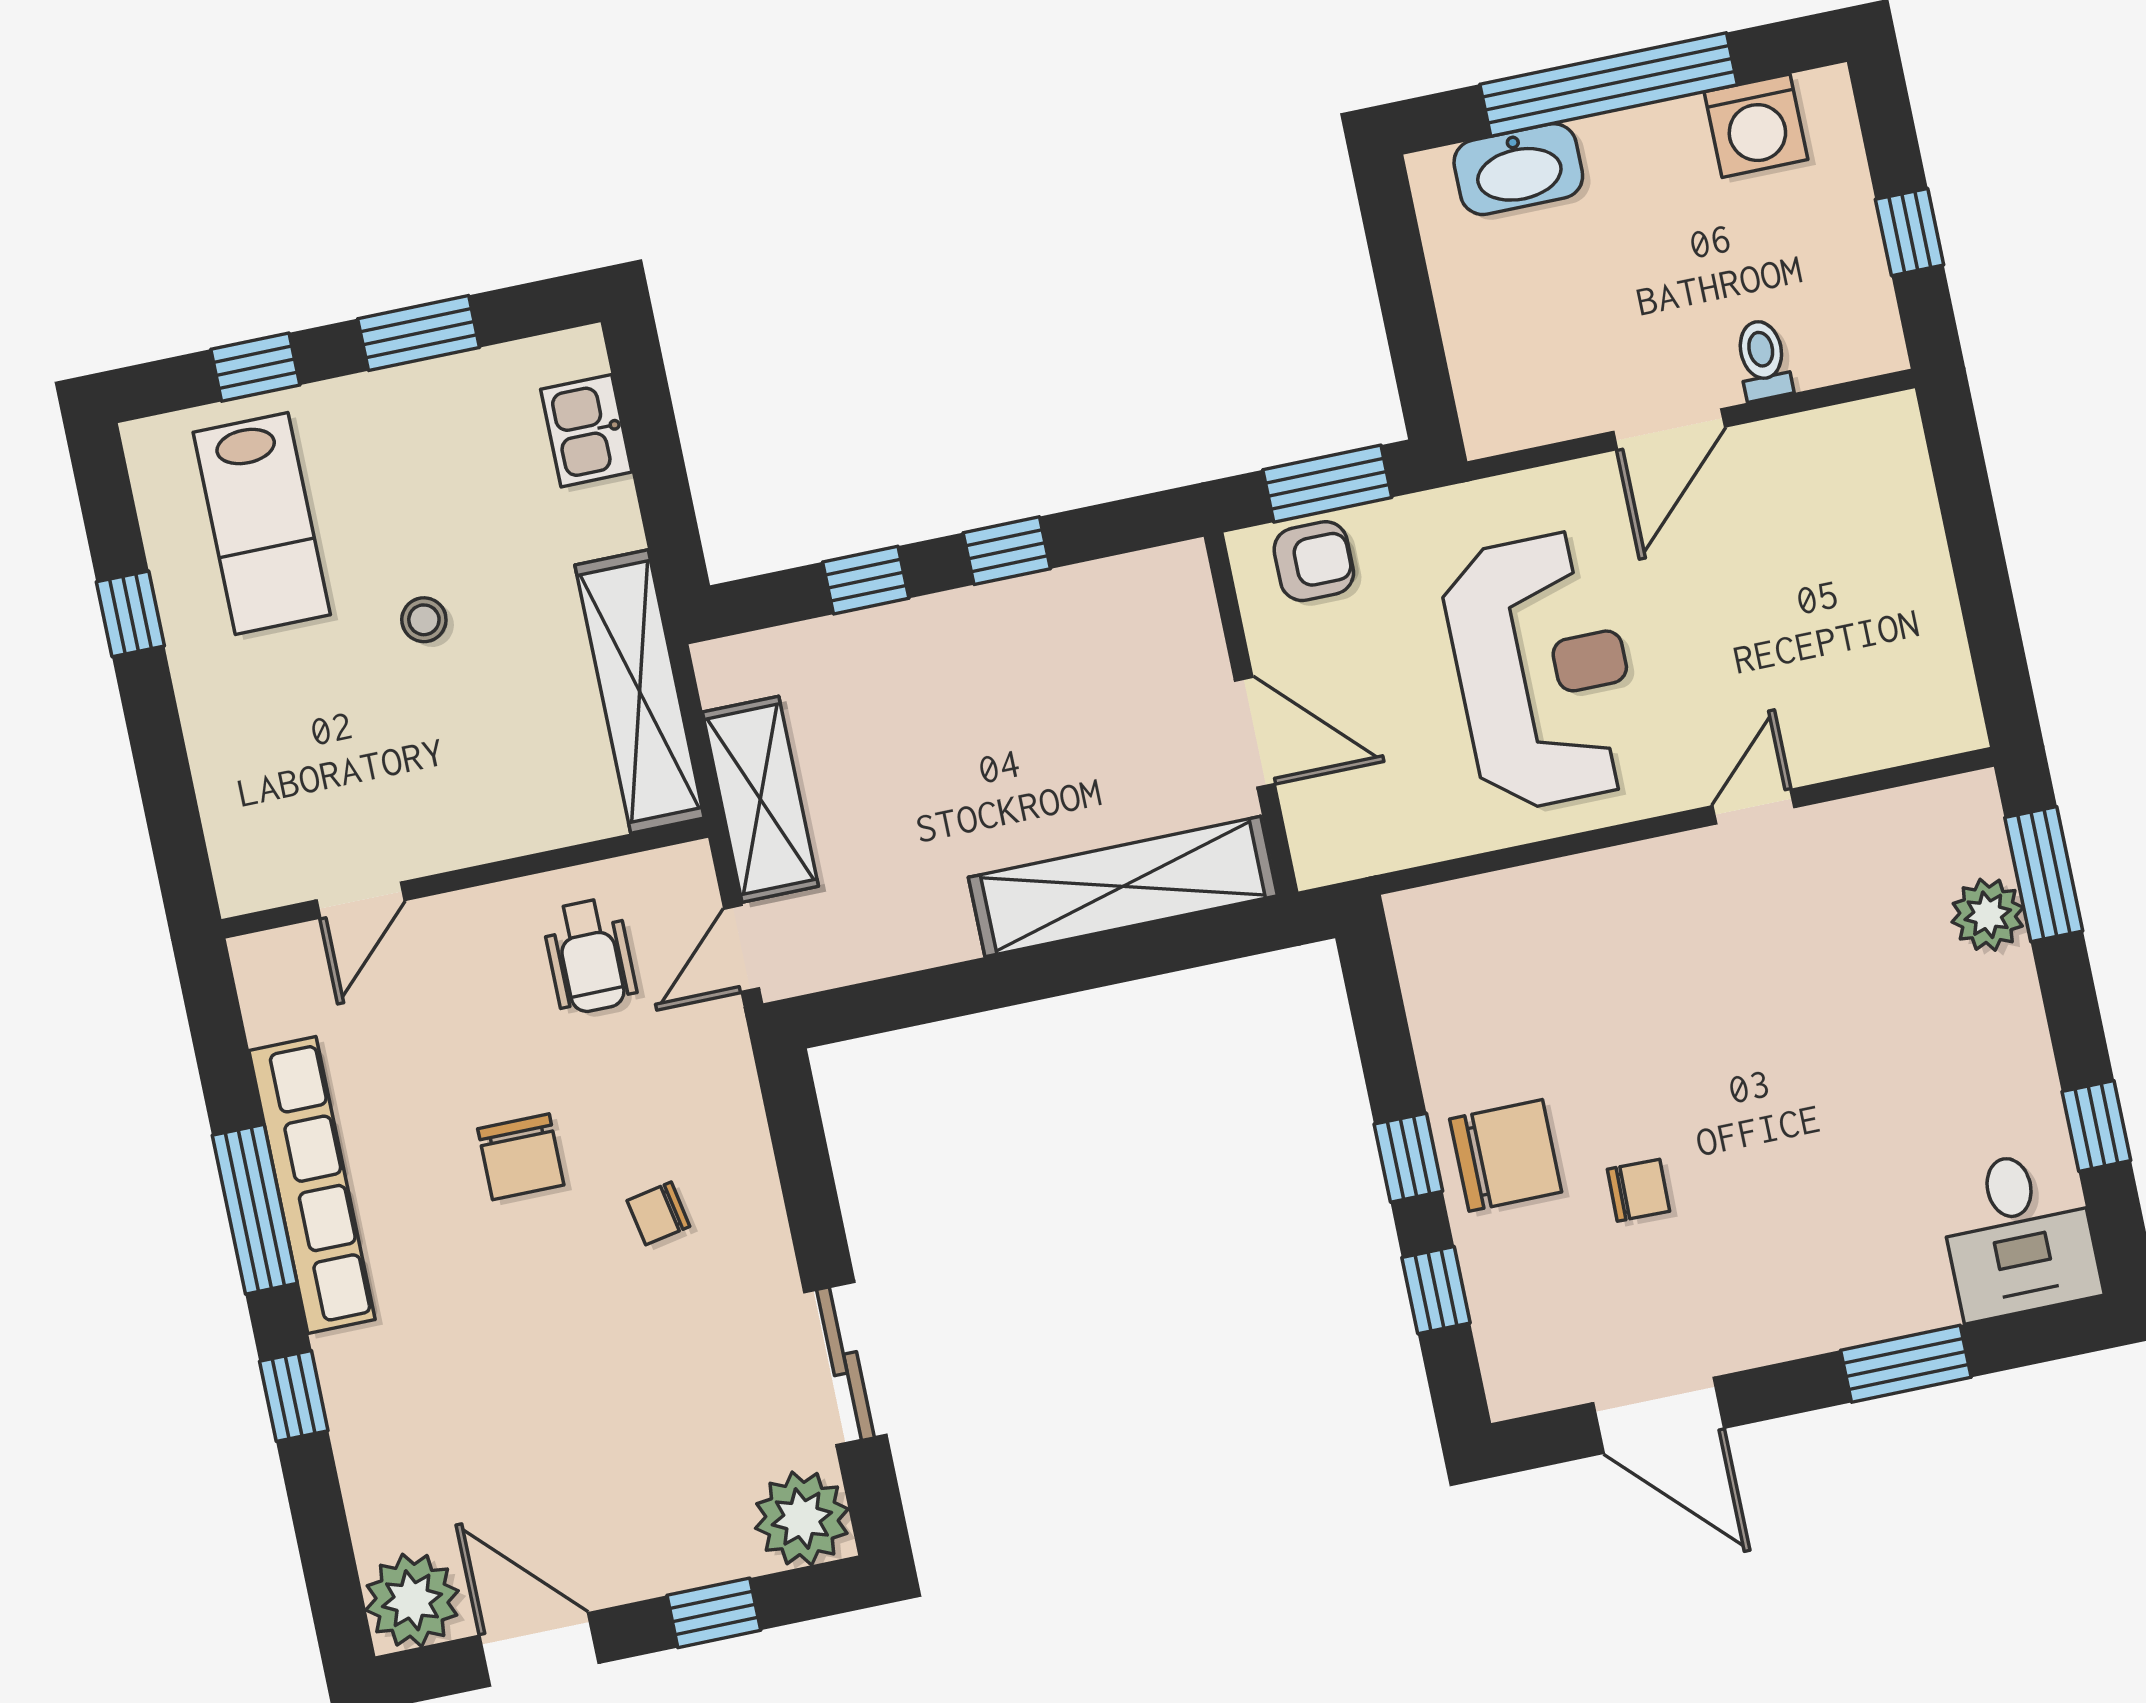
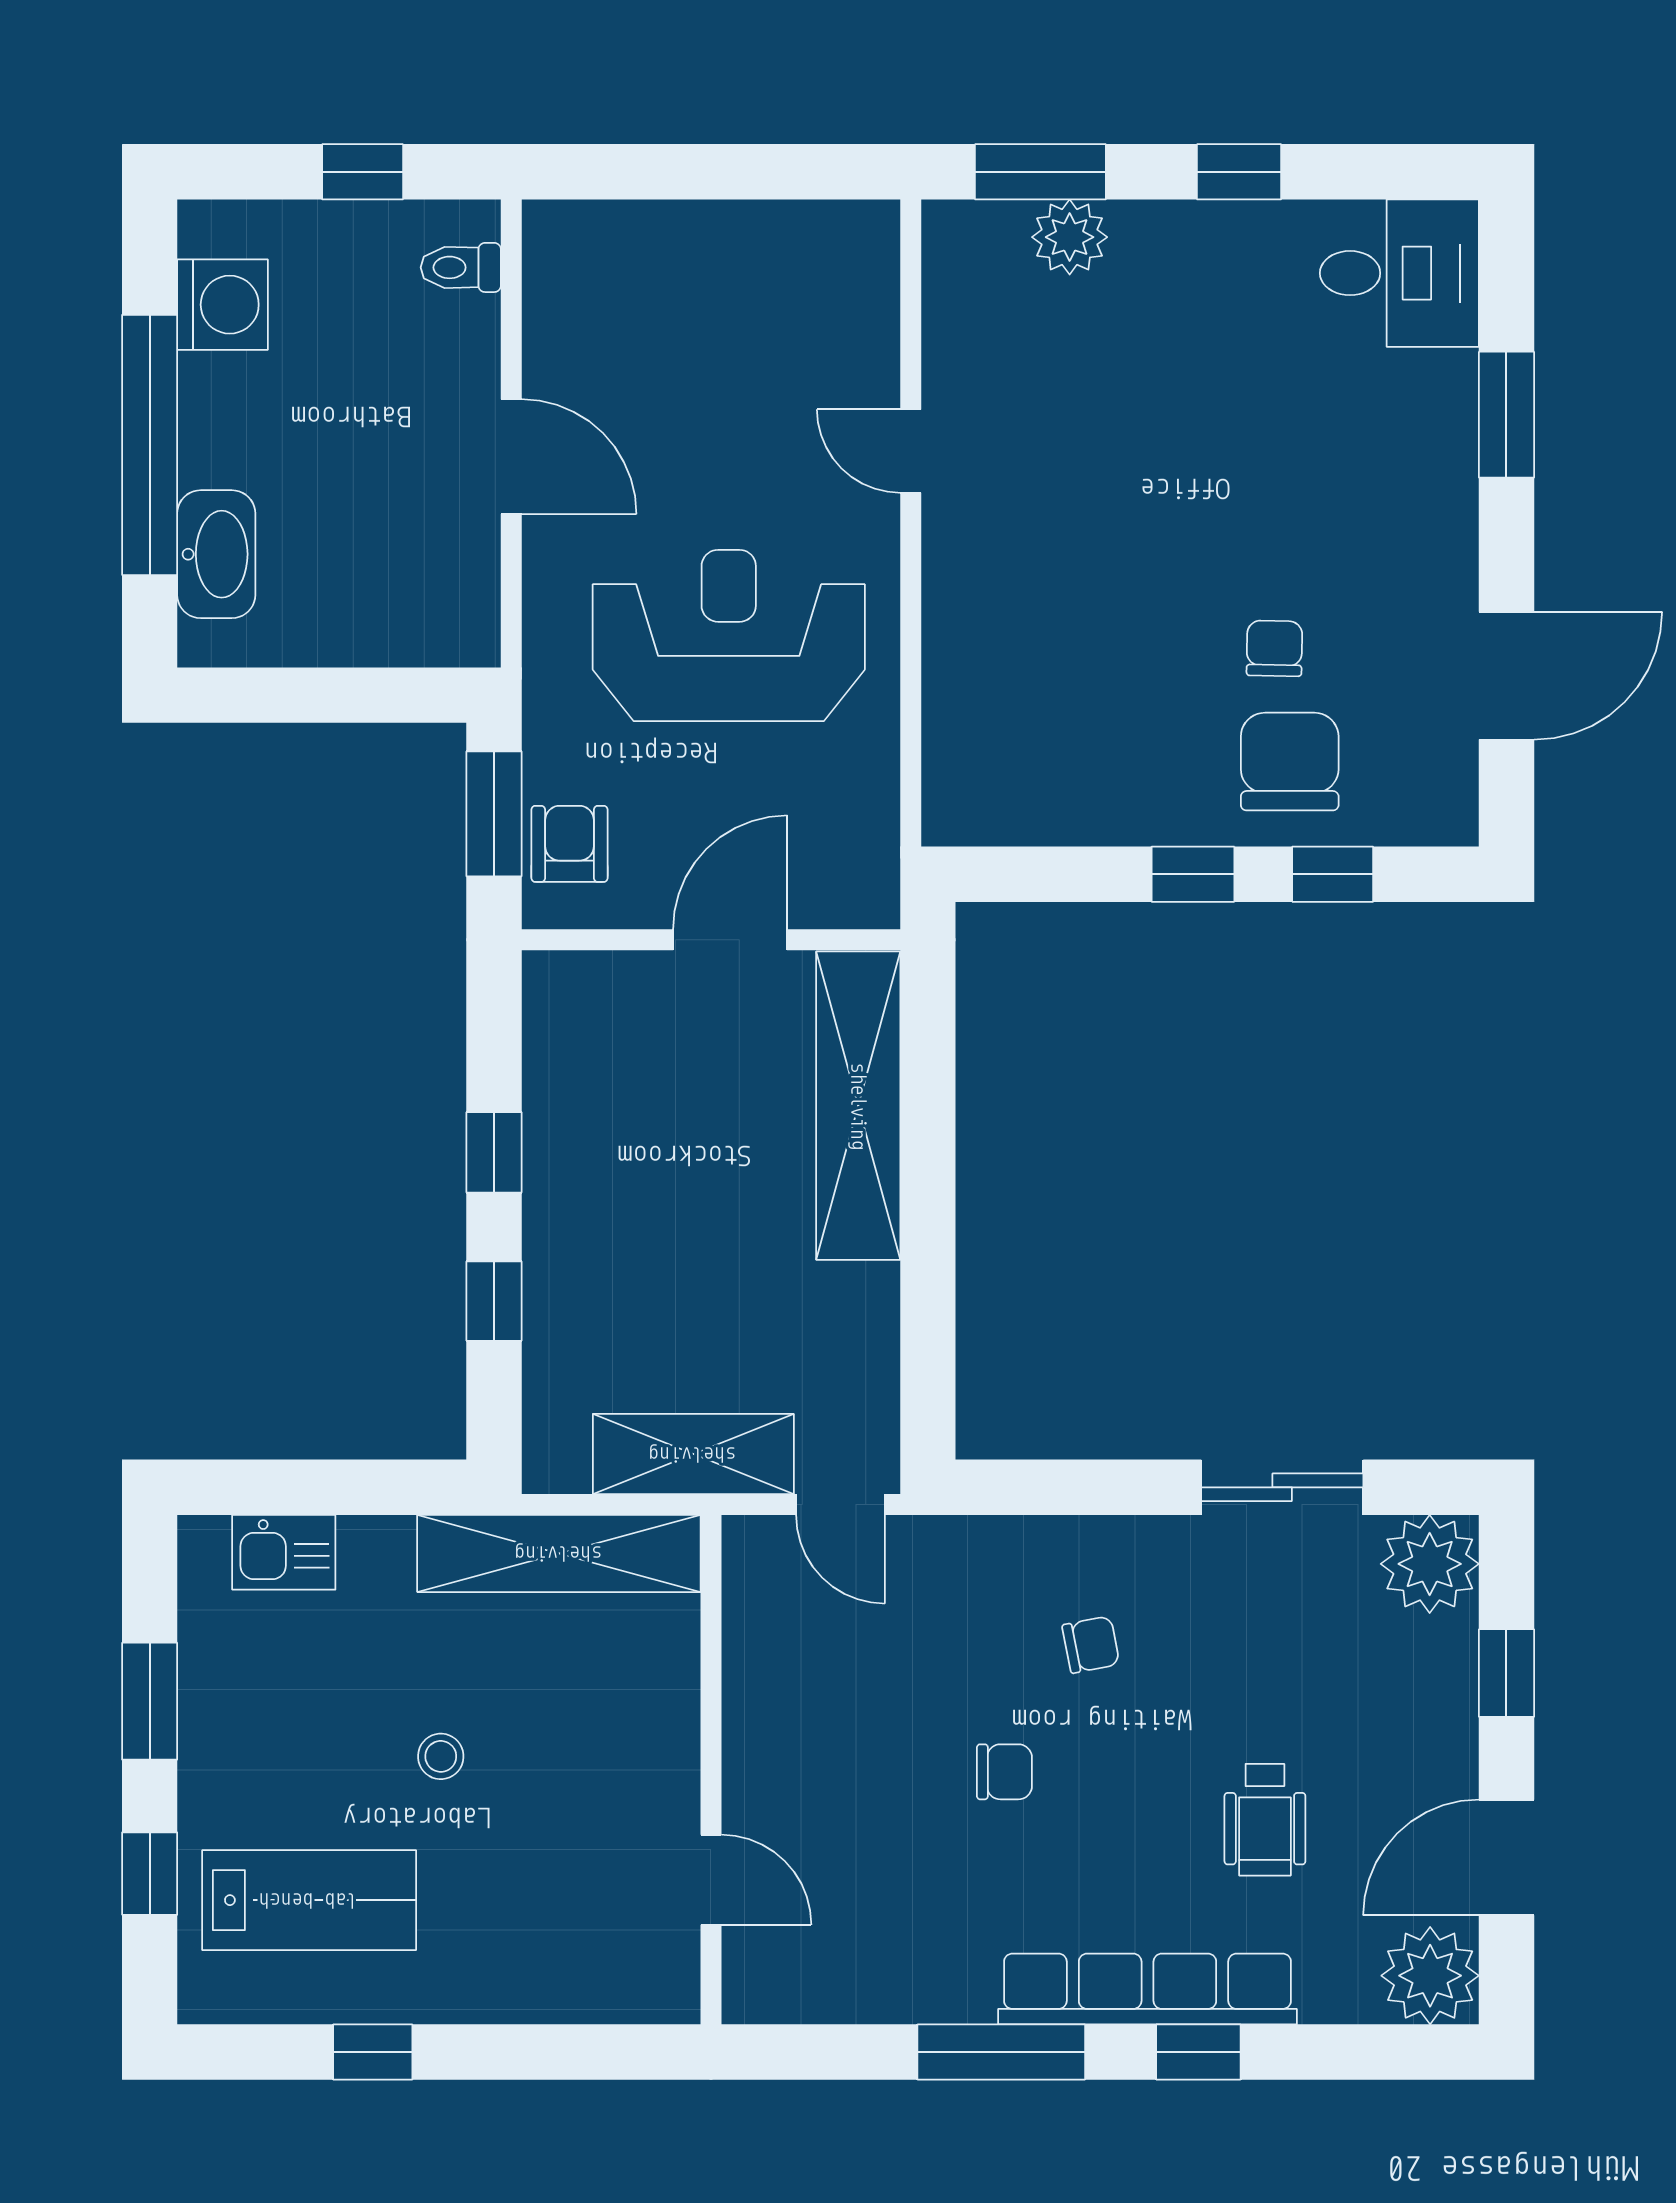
toilet: (1763, 360) -> (461, 267), moved
wheelchair: (590, 956) -> (1265, 1820), moved, turned 90
window: (2096, 1126) -> (1239, 172), moved
chair: (1506, 1155) -> (1290, 762), moved
chair: (521, 1157) -> (1004, 1772), width x0.73, depth x0.73
row of seats: (312, 1185) -> (1147, 1989), moved
chair: (658, 1213) -> (1091, 1645), turned -90

